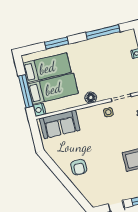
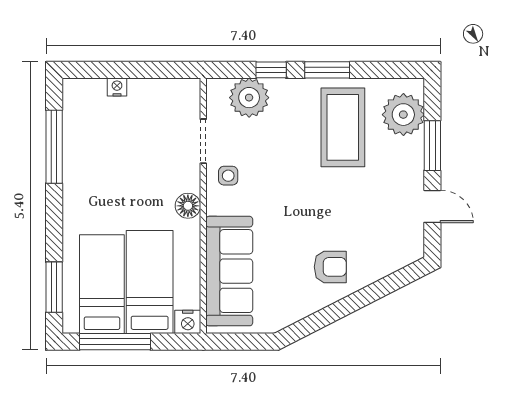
window: (57, 43) -> (54, 287), moved
window: (26, 91) -> (115, 342), moved
sofa: (60, 124) -> (229, 271), width x1.36

